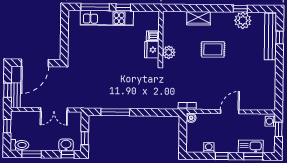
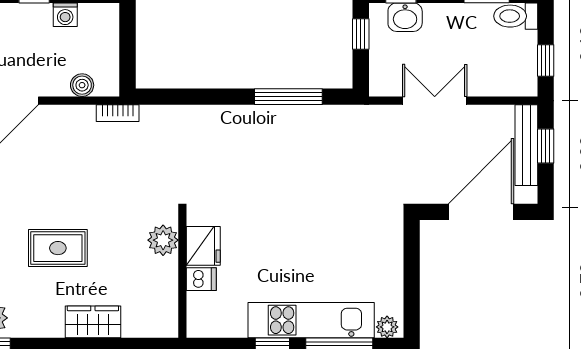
plant: (75, 15) -> (387, 327), added
bench: (16, 95) -> (526, 145), width x1.36
boiler: (191, 118) -> (82, 85), moved

